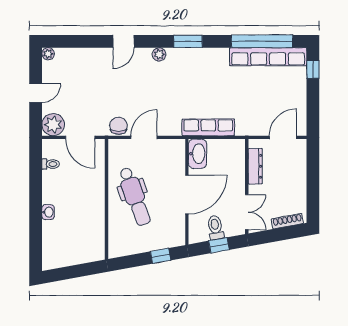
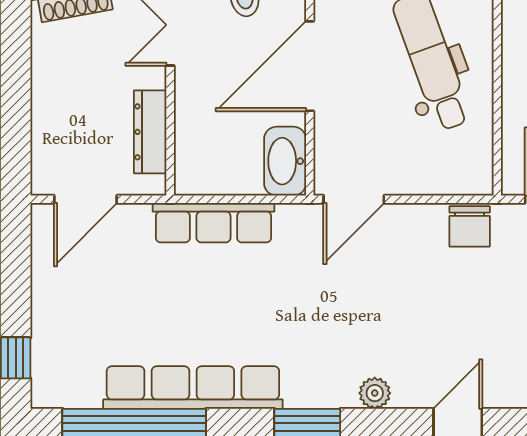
row of seats: (268, 57) -> (193, 387), moved
row of seats: (208, 127) -> (213, 223), moved
door: (144, 137) -> (354, 199), moved

